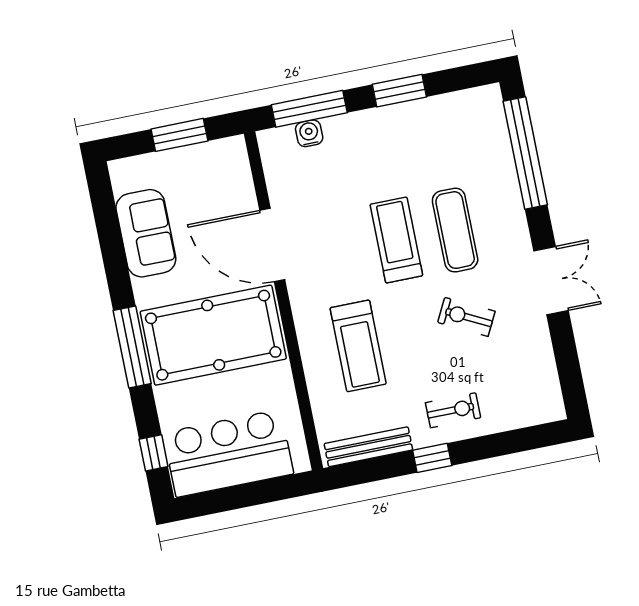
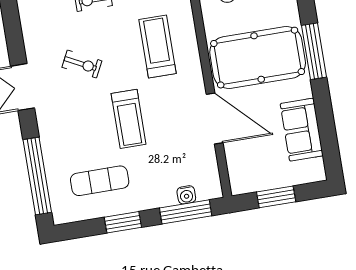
exercise mat: (455, 230) -> (100, 181), moved, turned 90

